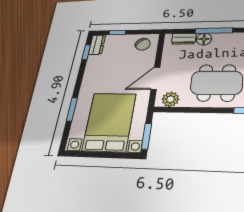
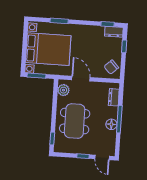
floor lamp: (204, 39) -> (111, 124), moved

